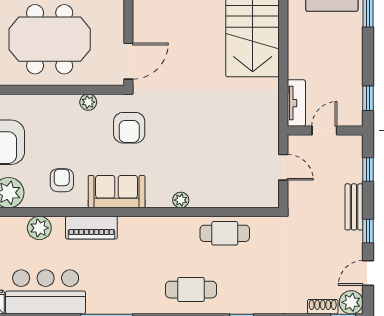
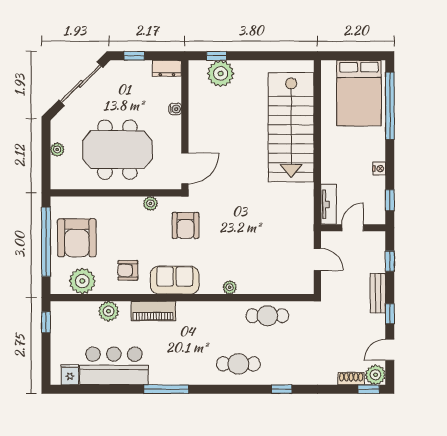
nightstand: (356, 61) -> (379, 169), added
armchair: (62, 180) -> (128, 270), turned -90

